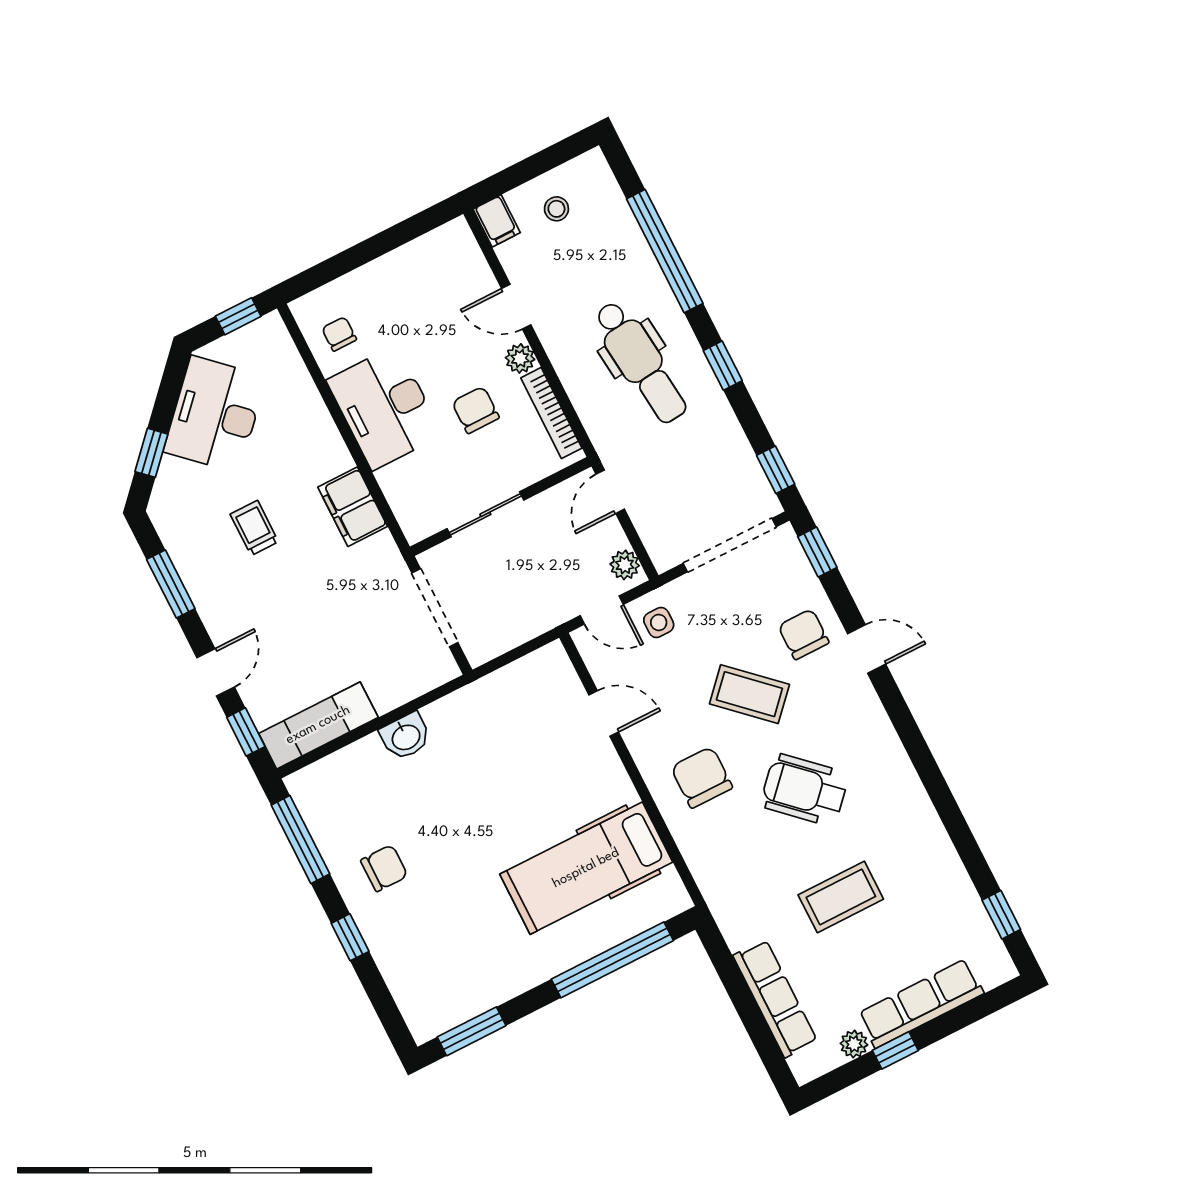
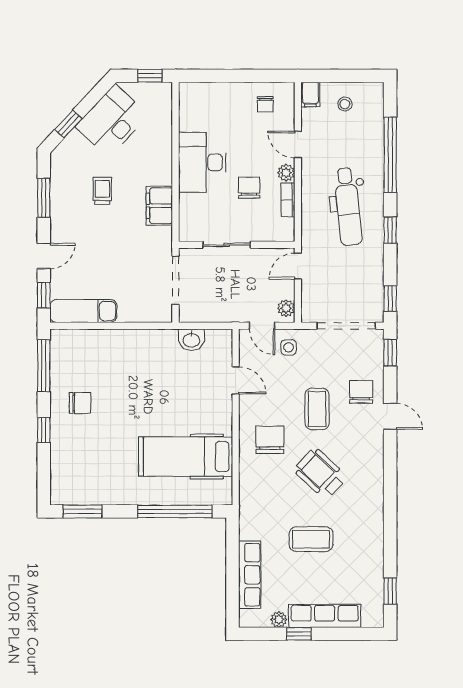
chair: (339, 334) -> (265, 104), moved, turned 180
bookcase: (551, 413) -> (288, 200), width x0.64
coffee table: (749, 694) -> (317, 409), turned 47
washbasin: (406, 736) -> (191, 340), moved

